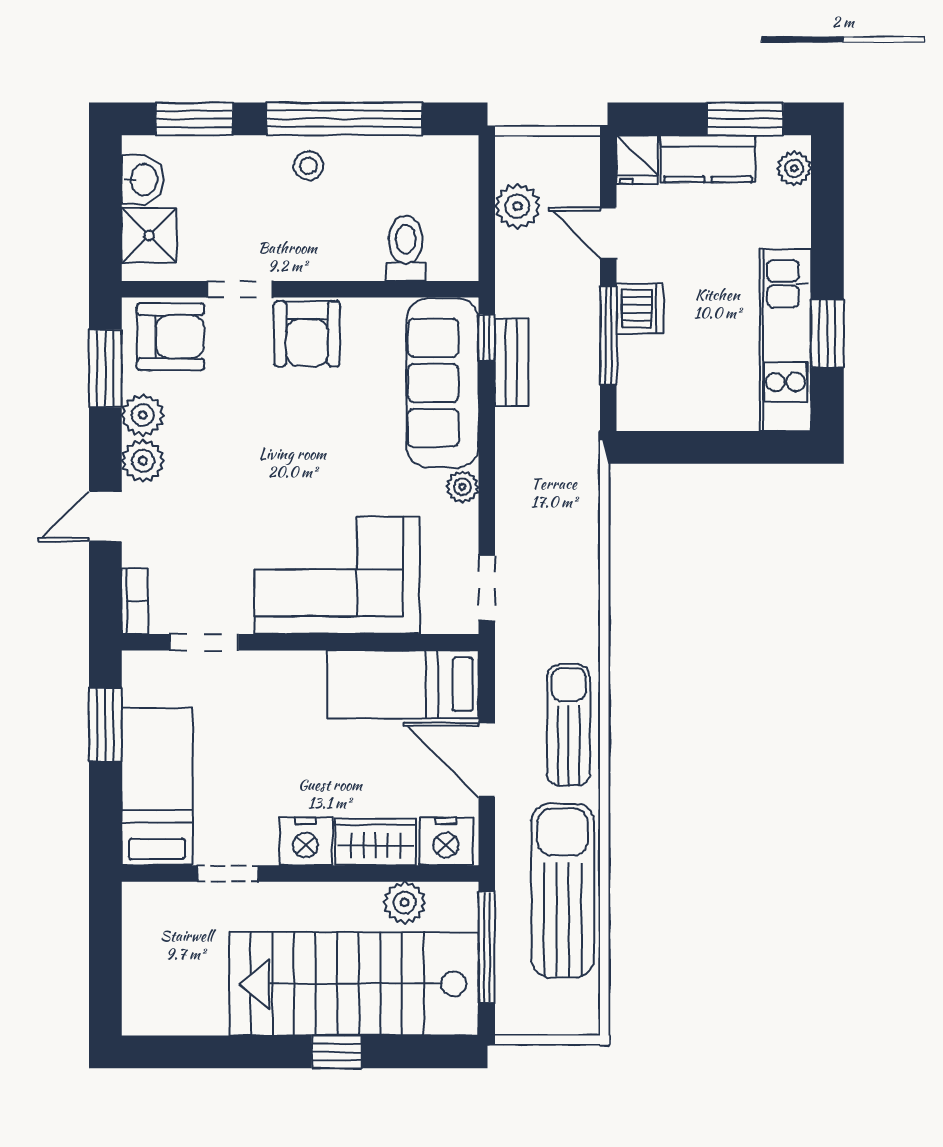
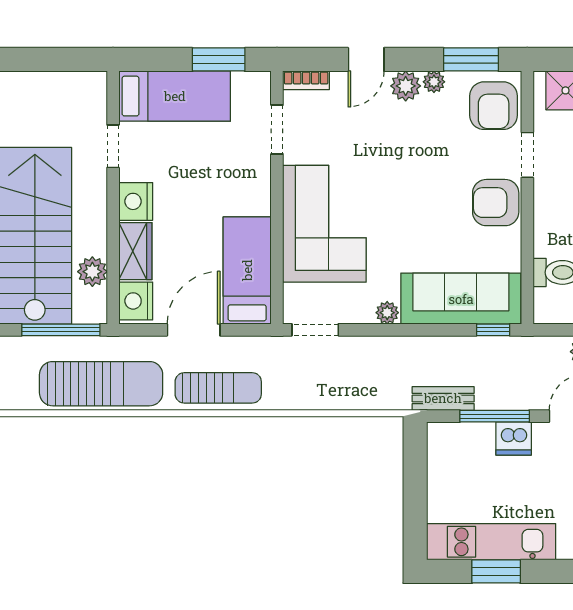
bench: (511, 362) -> (443, 398), moved
plant: (143, 415) -> (434, 82), width x0.73, depth x0.73
door: (105, 517) -> (366, 59), swing flipped

